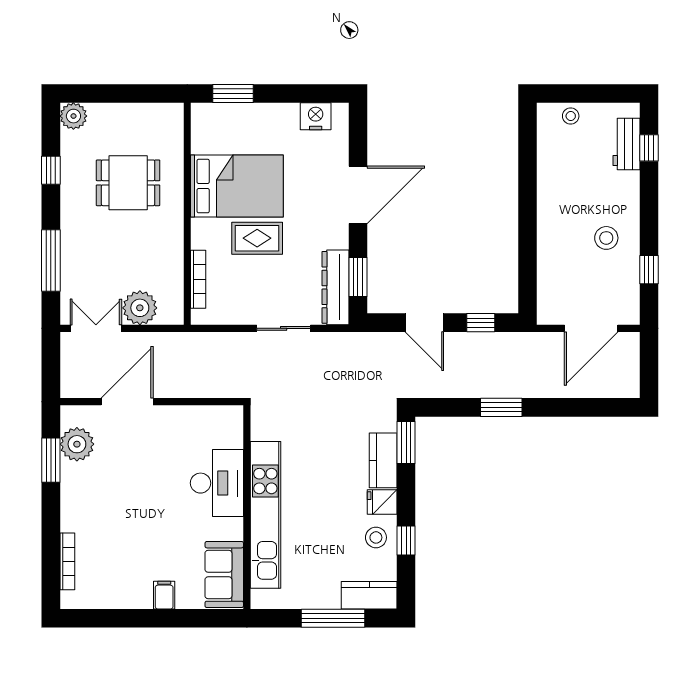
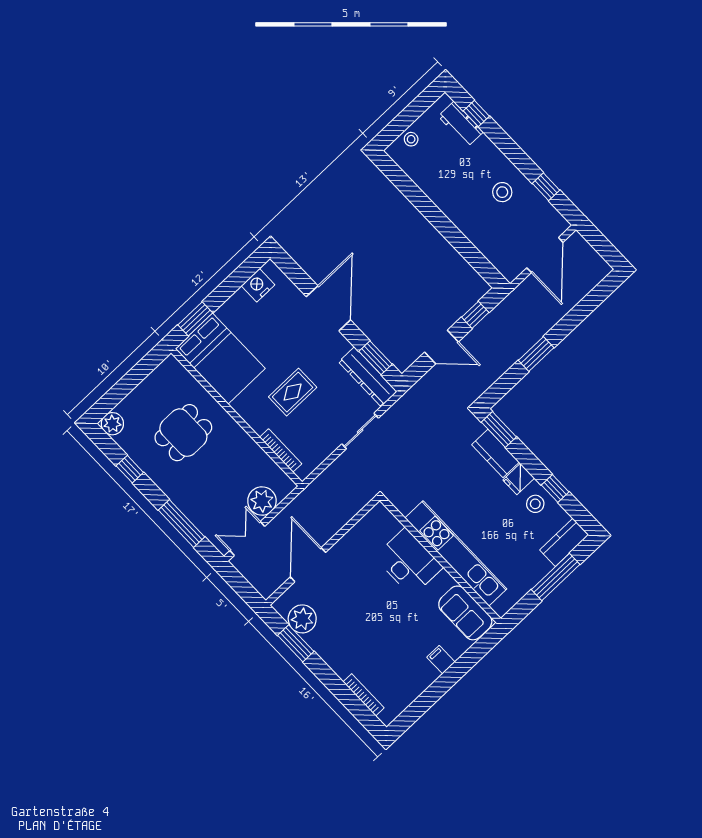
bed: (237, 186) -> (220, 359), moved, turned 90

